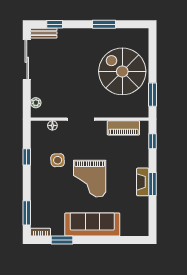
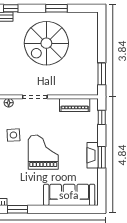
spiral stairs: (122, 71) -> (46, 43), moved, turned -90
grand piano: (90, 179) -> (43, 152), turned 180
sofa: (92, 224) -> (69, 195), moved

